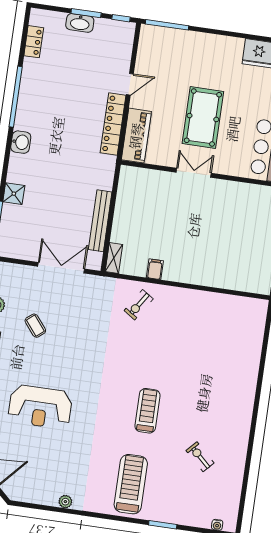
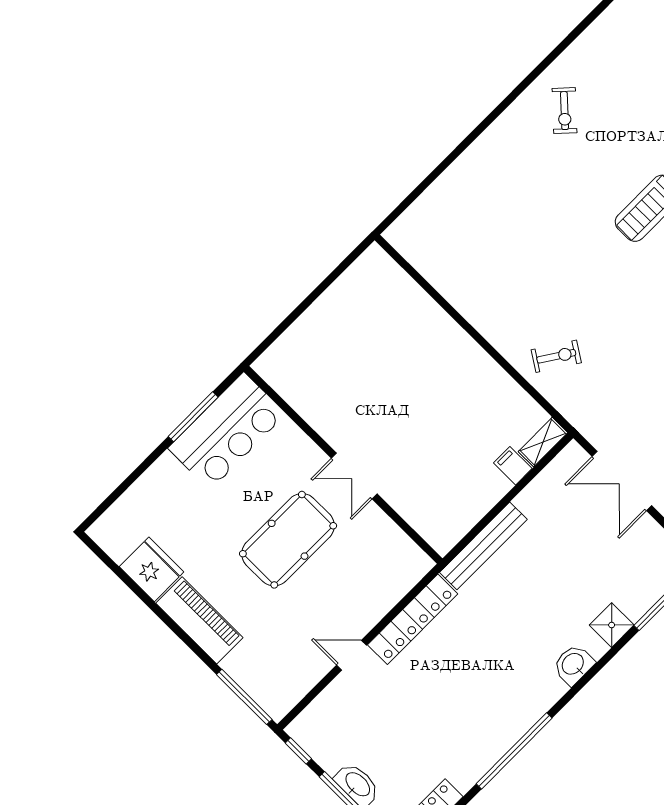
piano: (136, 136) -> (199, 620), moved, turned 90
washbasin: (21, 142) -> (573, 664), moved
bench: (100, 221) -> (483, 546), moved
filing cabinet: (155, 269) -> (513, 466), moved, turned 90
exercise bike: (200, 457) -> (564, 111), moved

